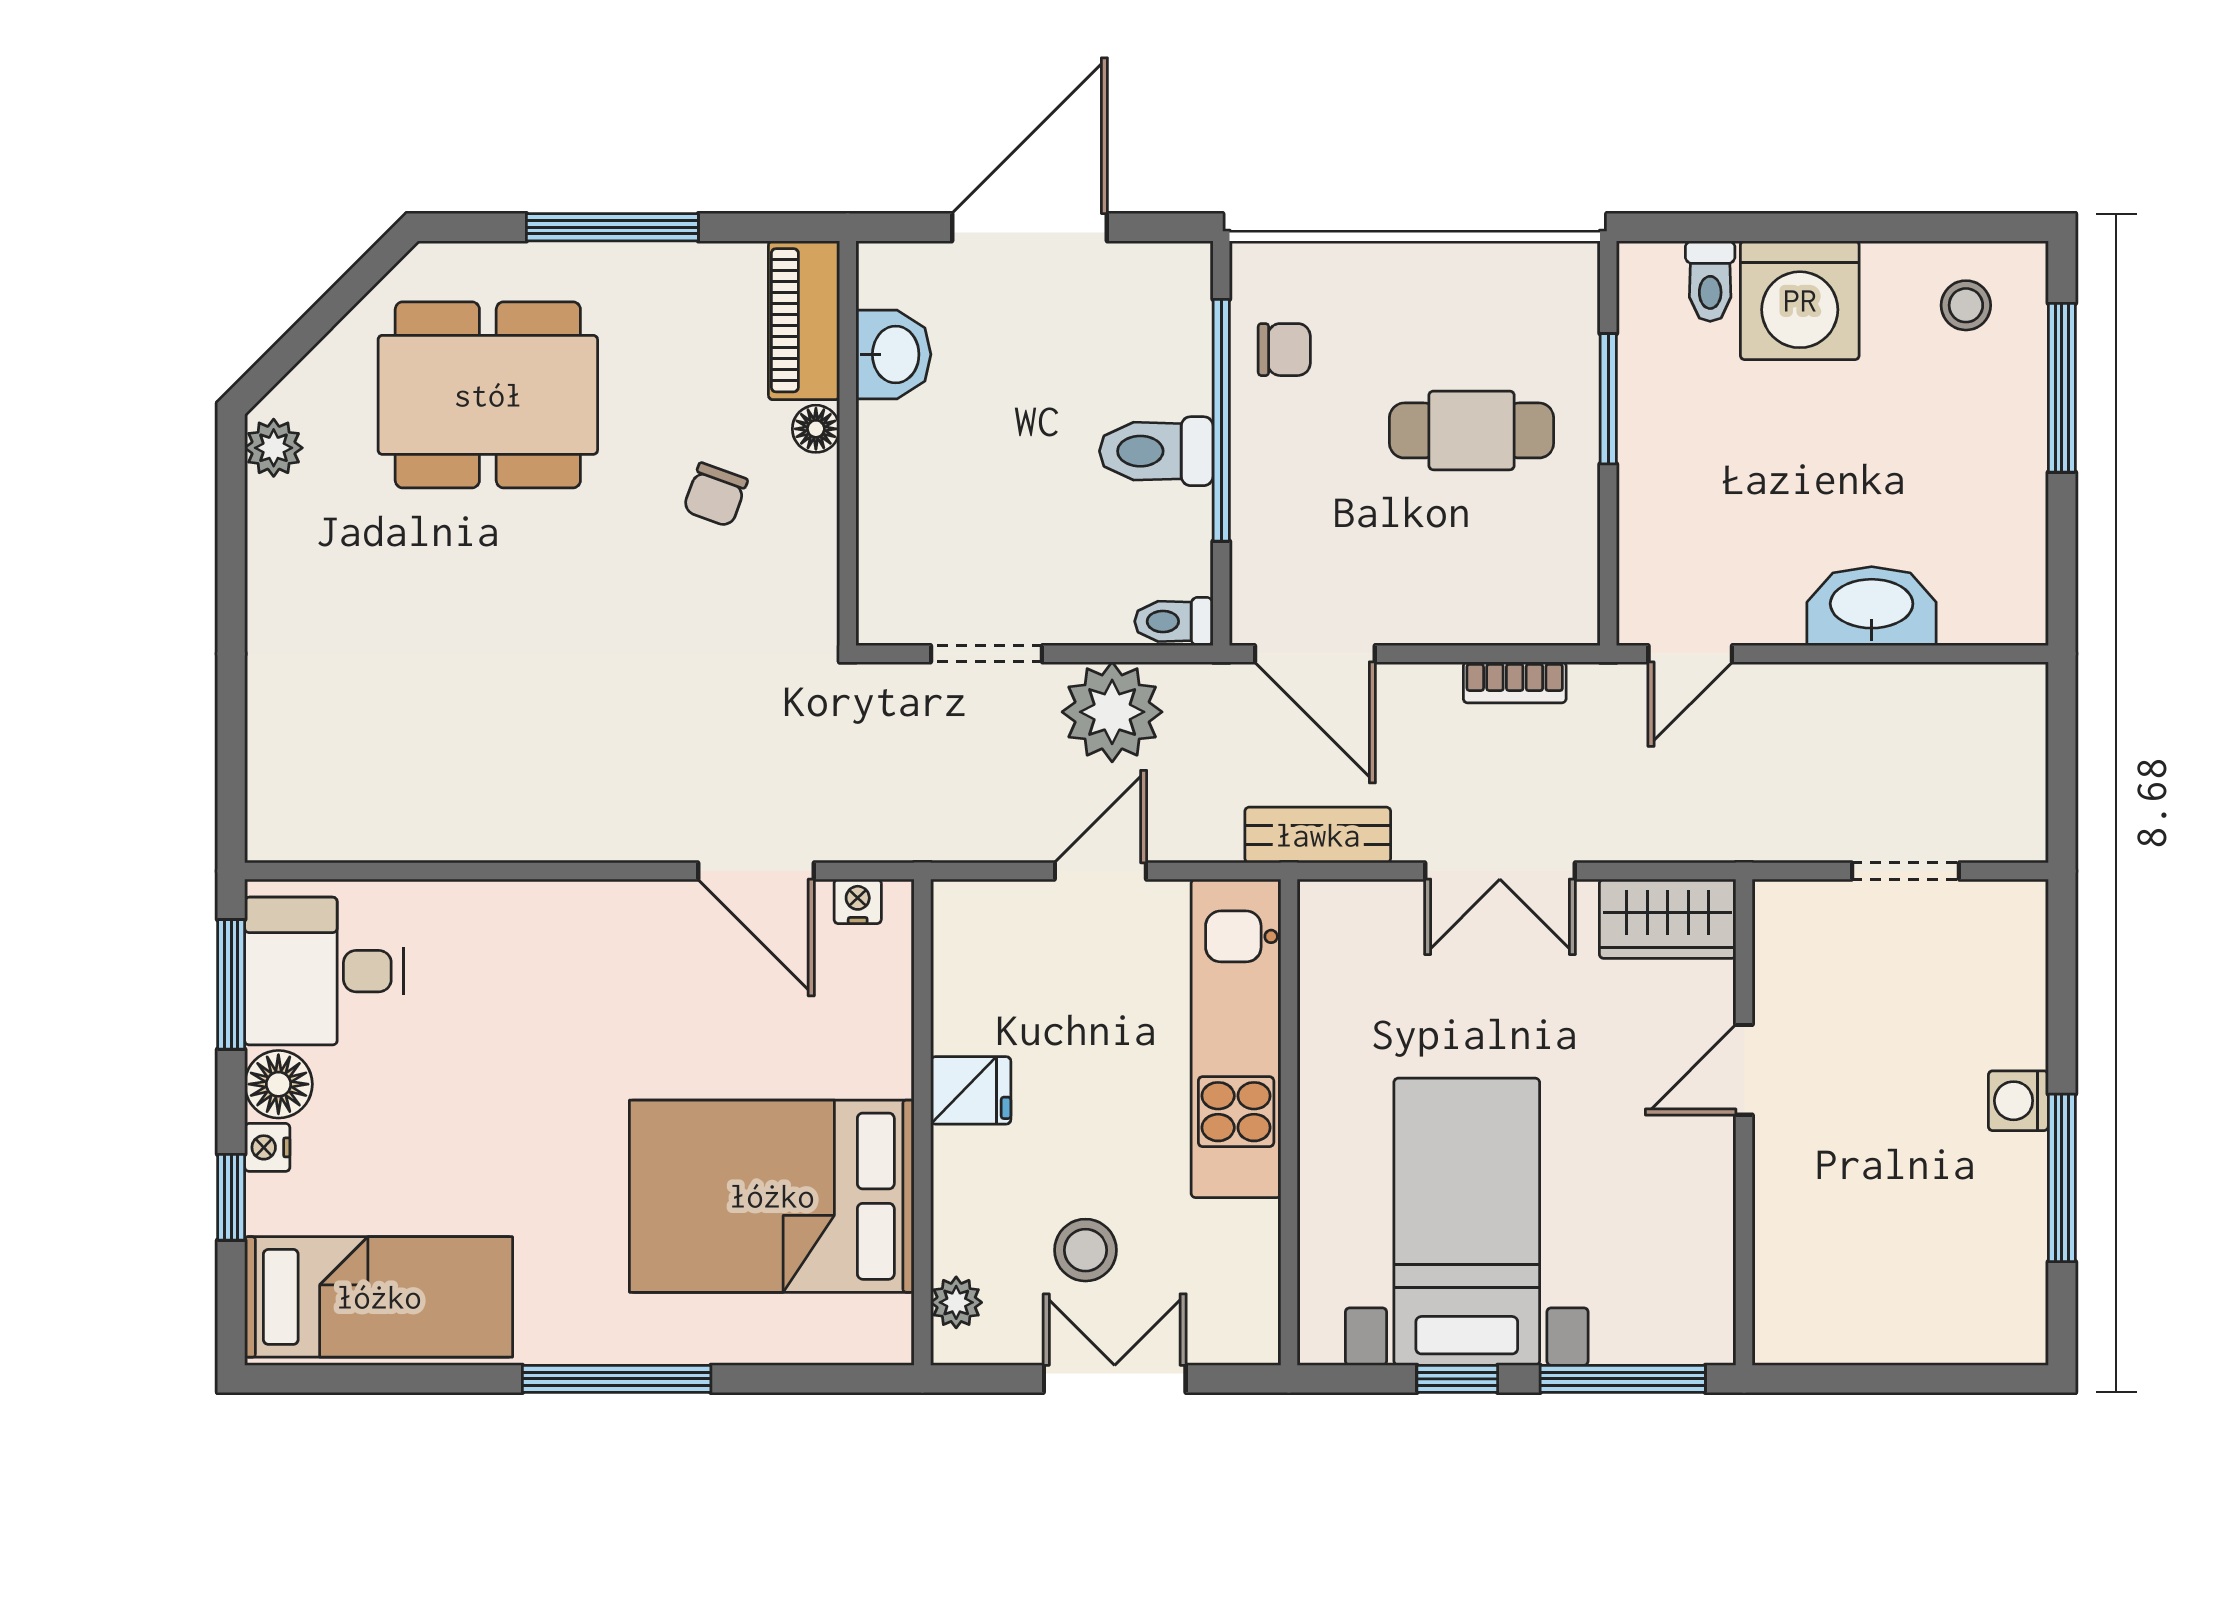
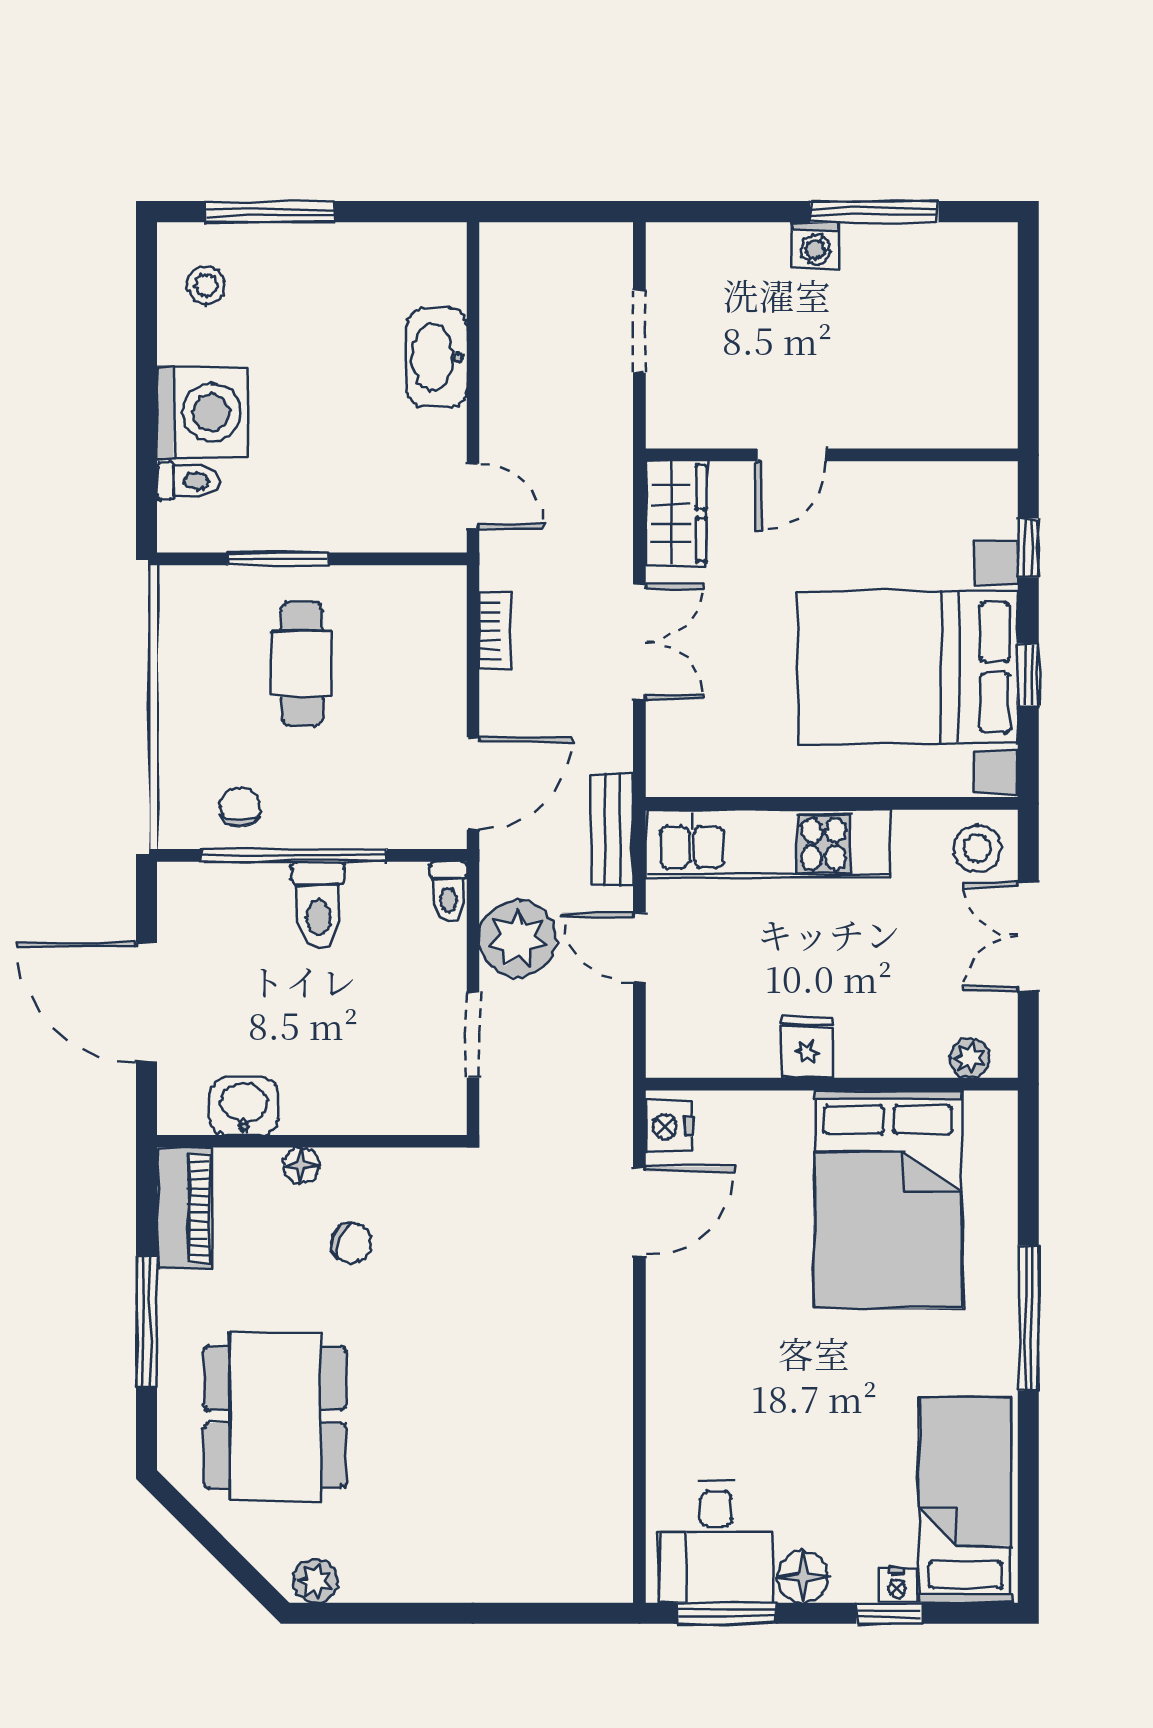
piano: (804, 320) -> (184, 1208), moved, turned -90
bench: (1318, 835) -> (612, 830), moved
nightstand: (858, 901) -> (669, 1127), width x1.39, depth x1.35
door: (1744, 1070) -> (792, 455), hinge flipped
nightstand: (267, 1147) -> (897, 1586), moved
bed with nightstands: (1467, 1222) -> (908, 667), width x1.36
stool: (1085, 1250) -> (977, 848), moved
window: (1623, 1379) -> (1028, 548), width x0.46

